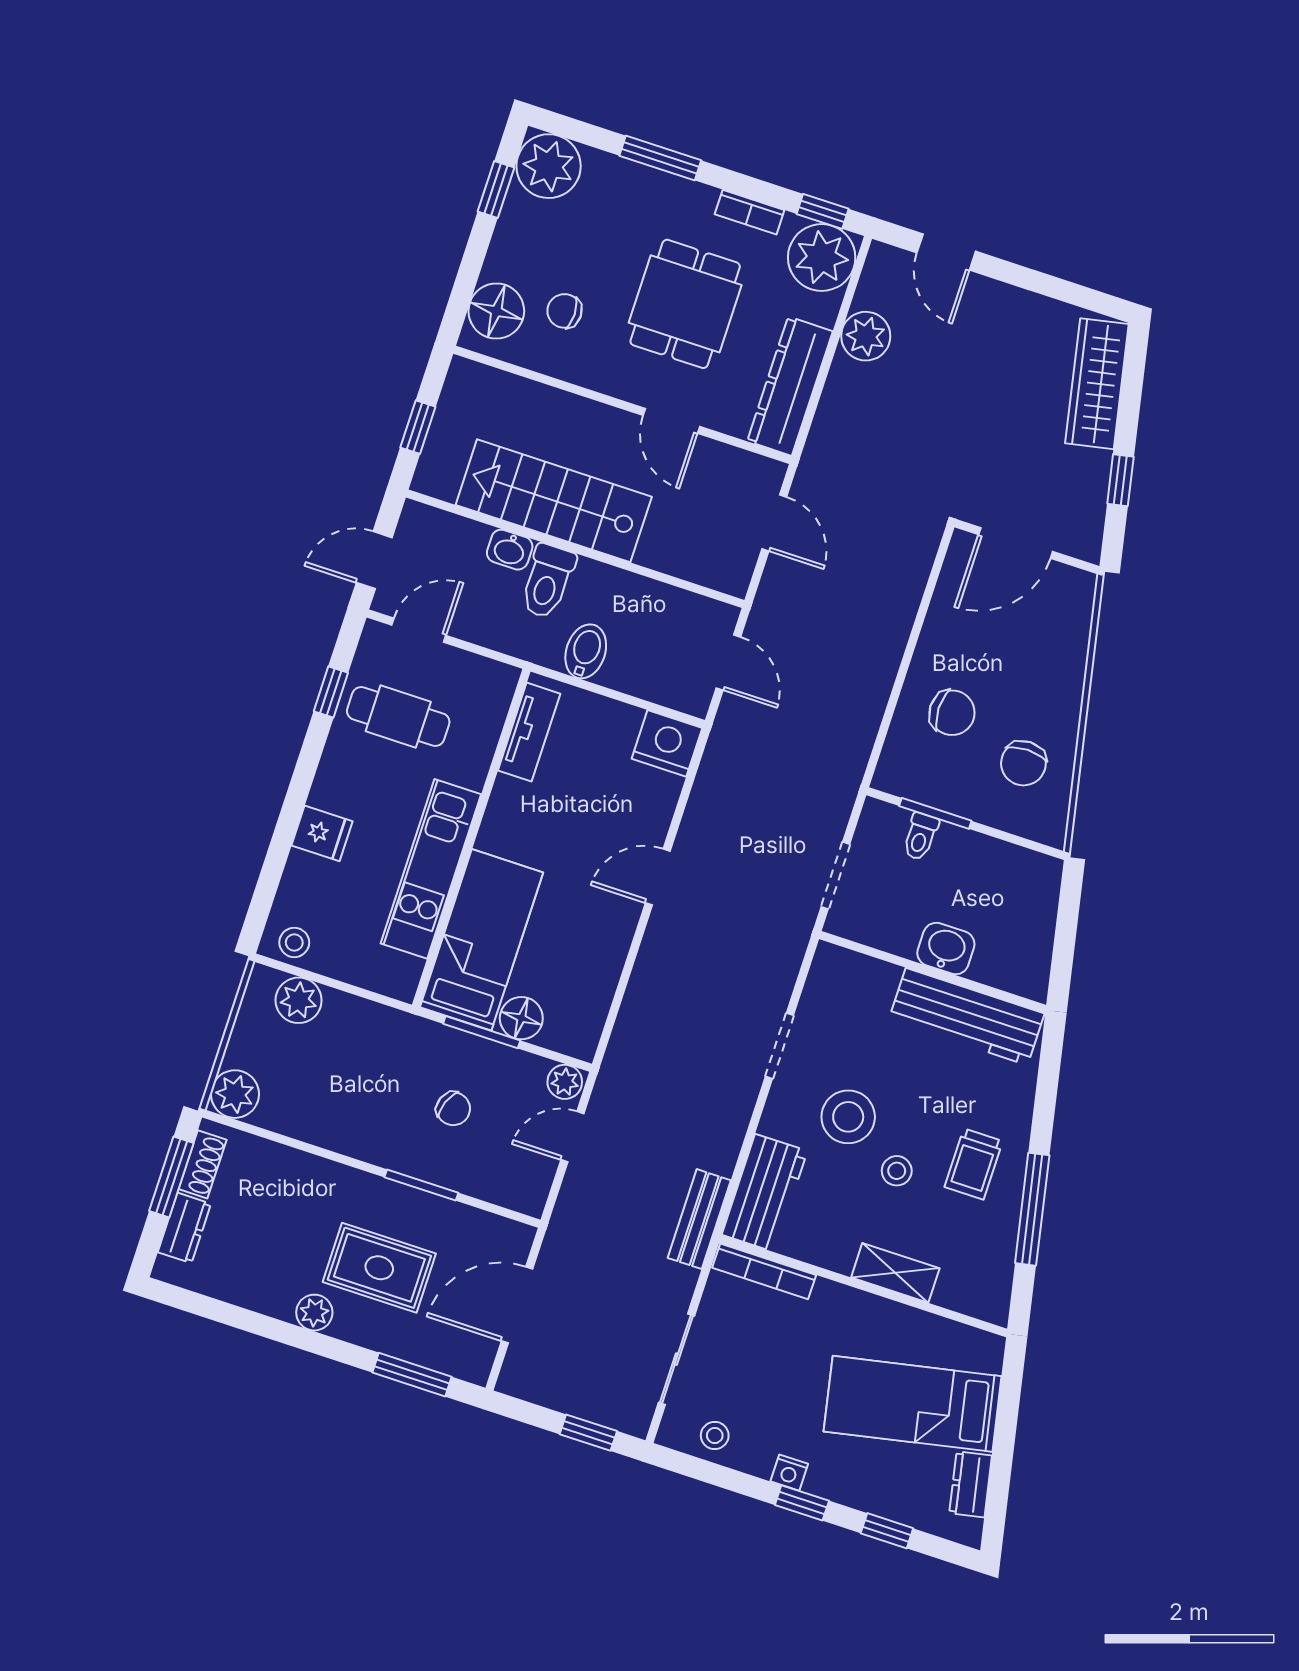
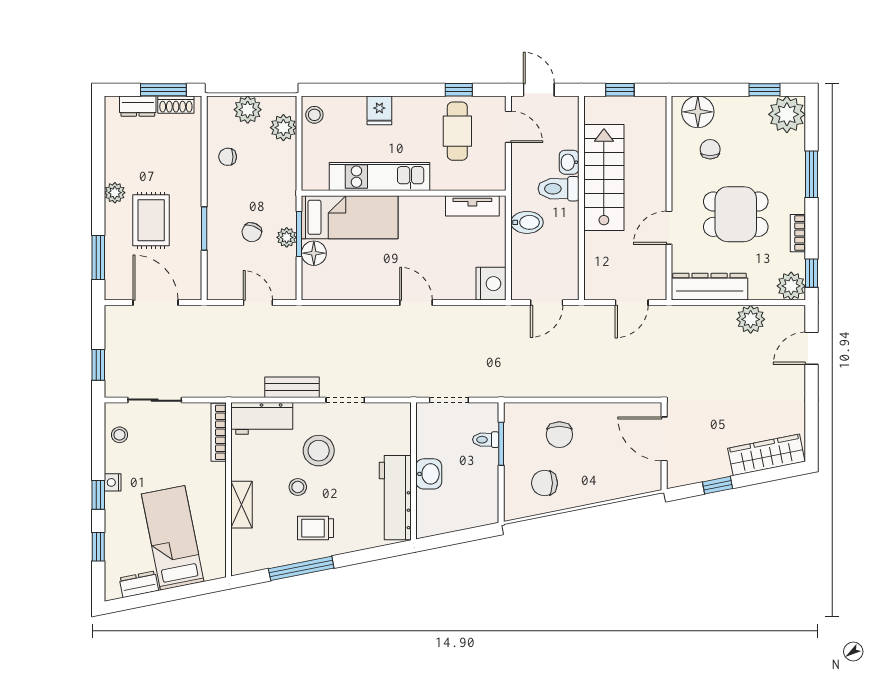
plant: (822, 258) -> (791, 286), width x0.73, depth x0.73
plant: (565, 1082) -> (287, 237), moved
plant: (235, 1094) -> (248, 110), moved
chair: (316, 1108) -> (228, 157), added
bench: (699, 1219) -> (292, 387), moved

